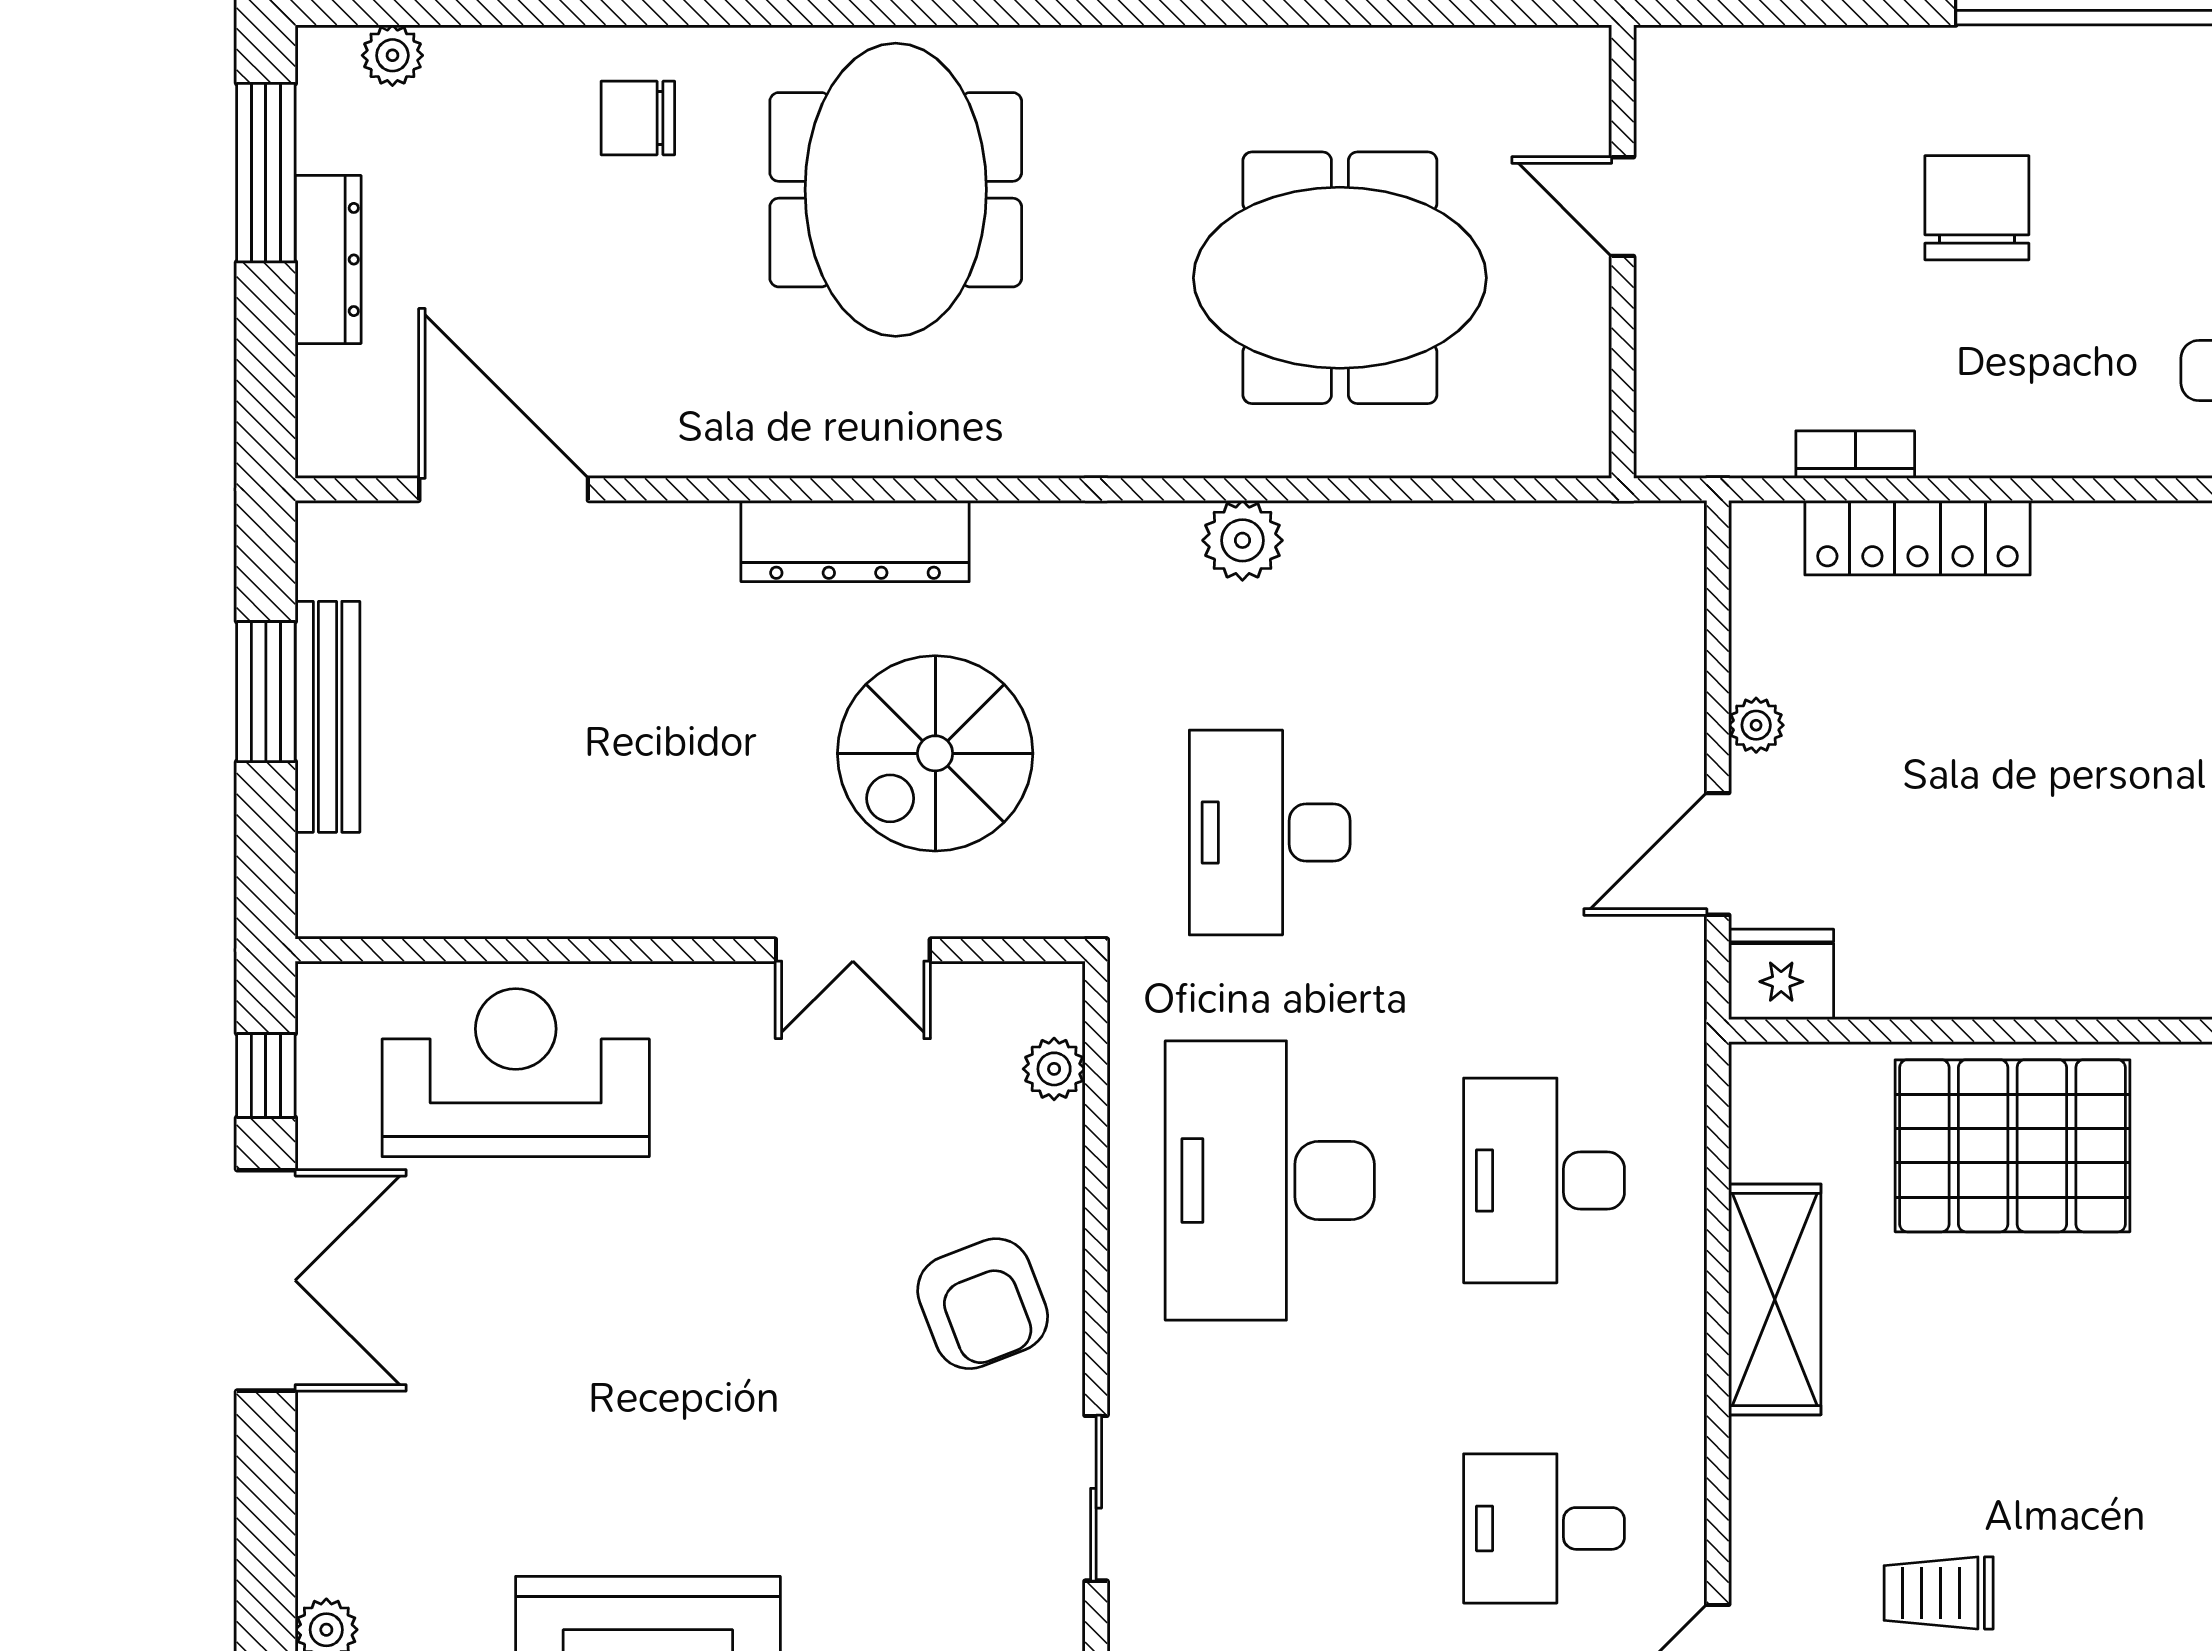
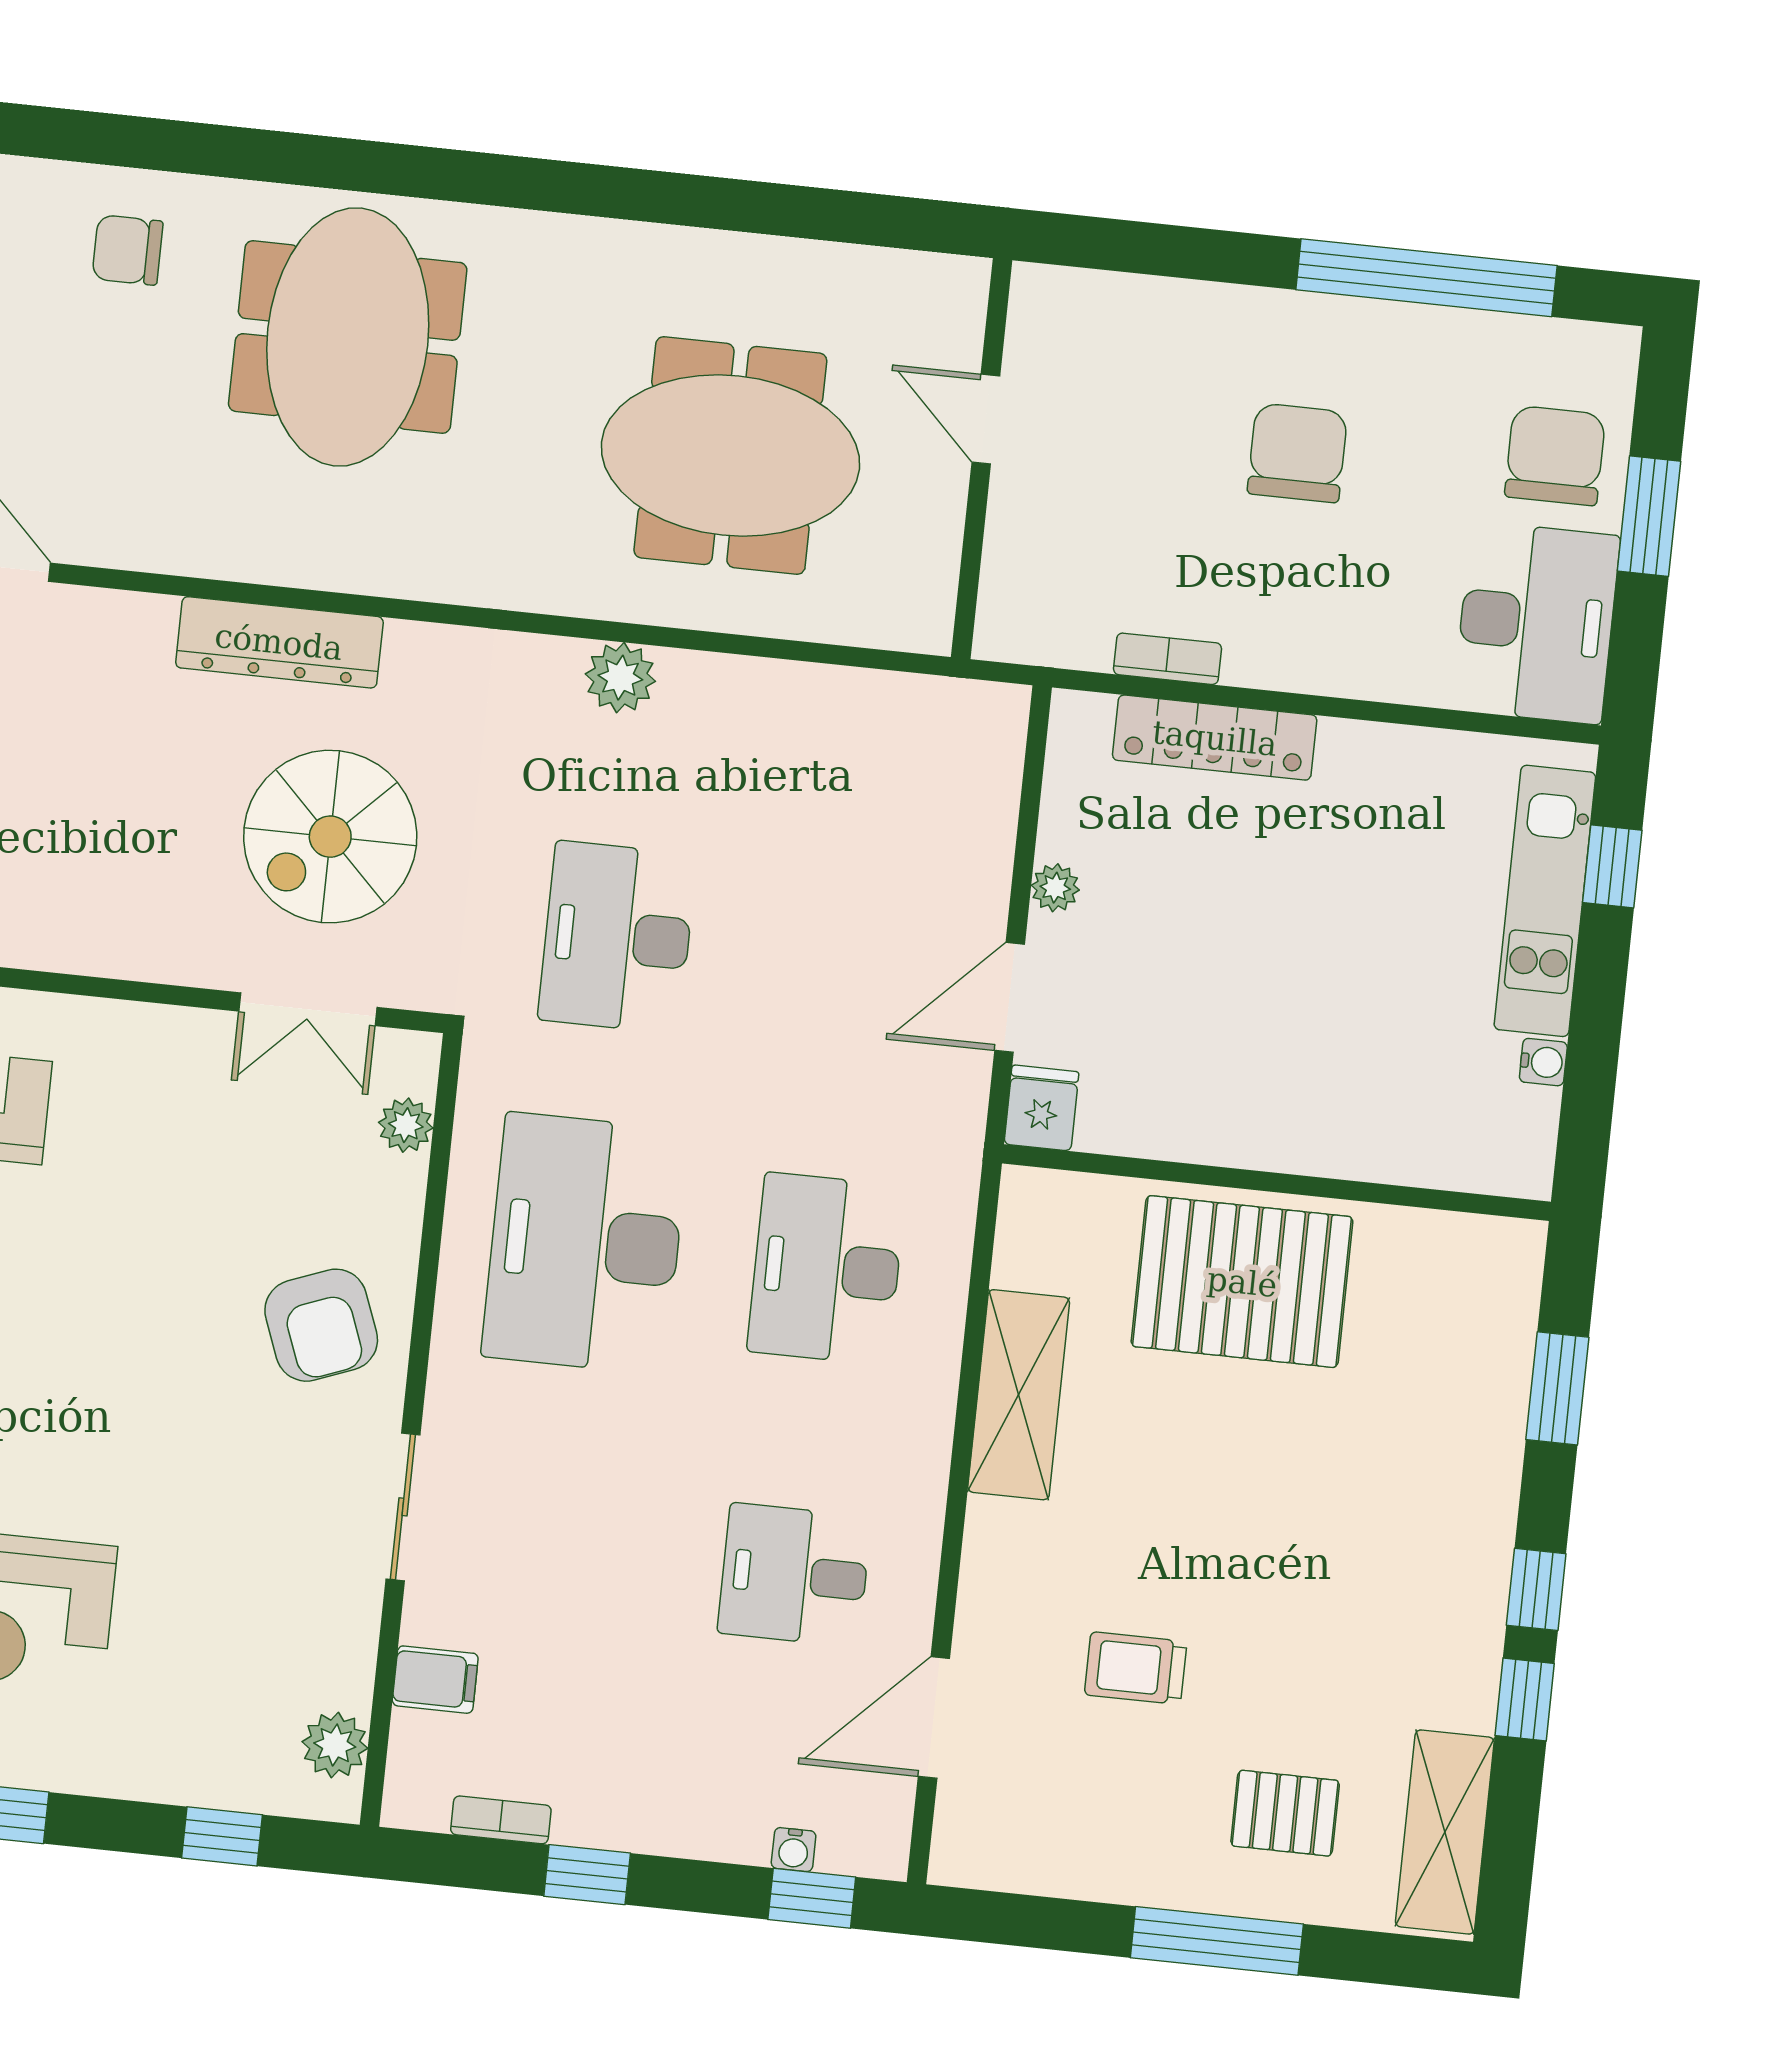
double door: (853, 950) -> (308, 1009), moved
fridge: (1781, 974) -> (1041, 1108), width x0.72

